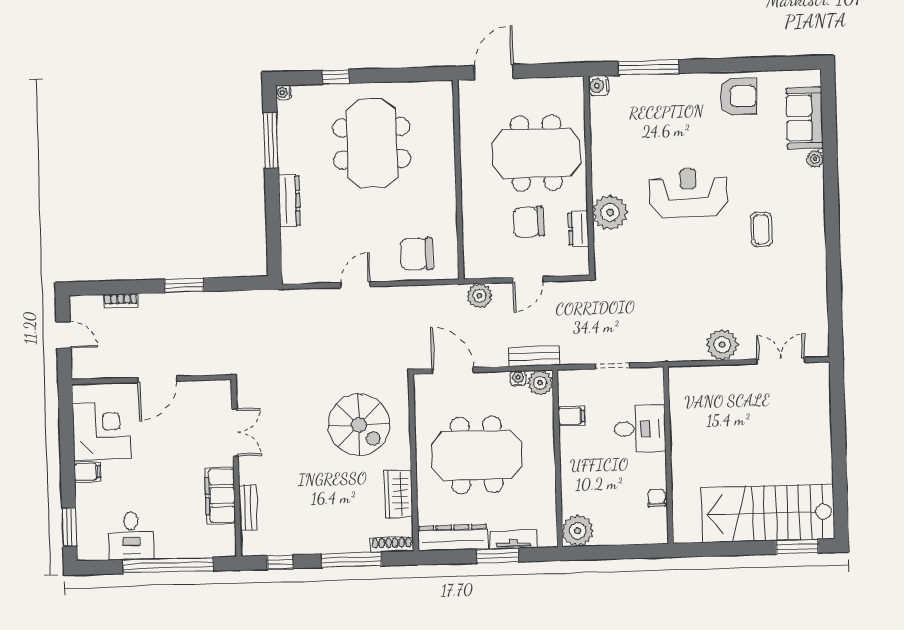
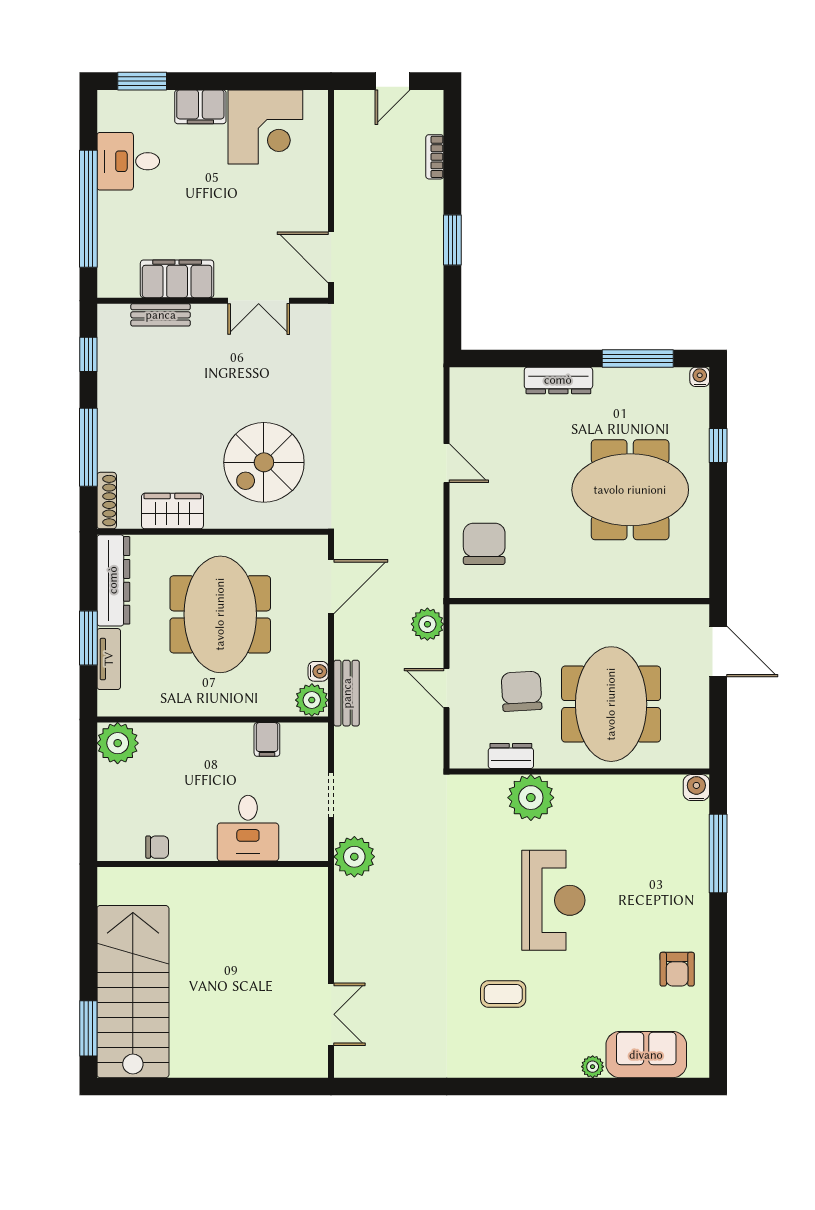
armchair: (738, 96) -> (677, 969), width x0.72, depth x0.72
plant: (722, 345) -> (354, 857), moved
door: (157, 379) -> (331, 257), moved
filing cabinet: (87, 472) -> (200, 107), width x2.00

